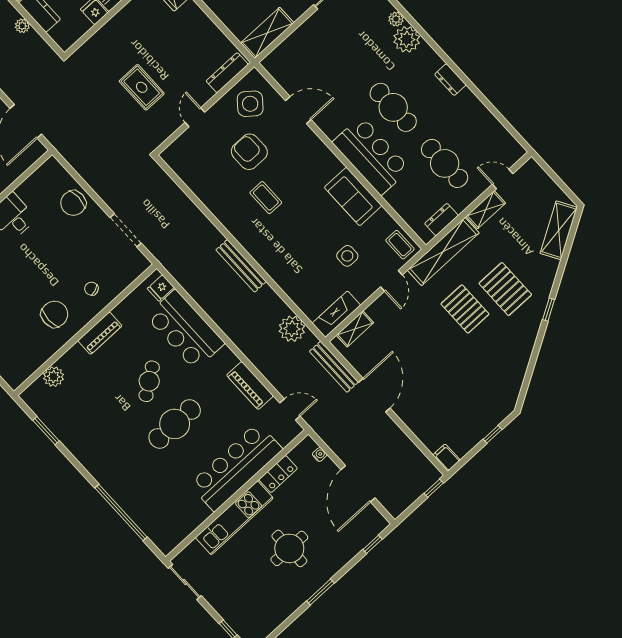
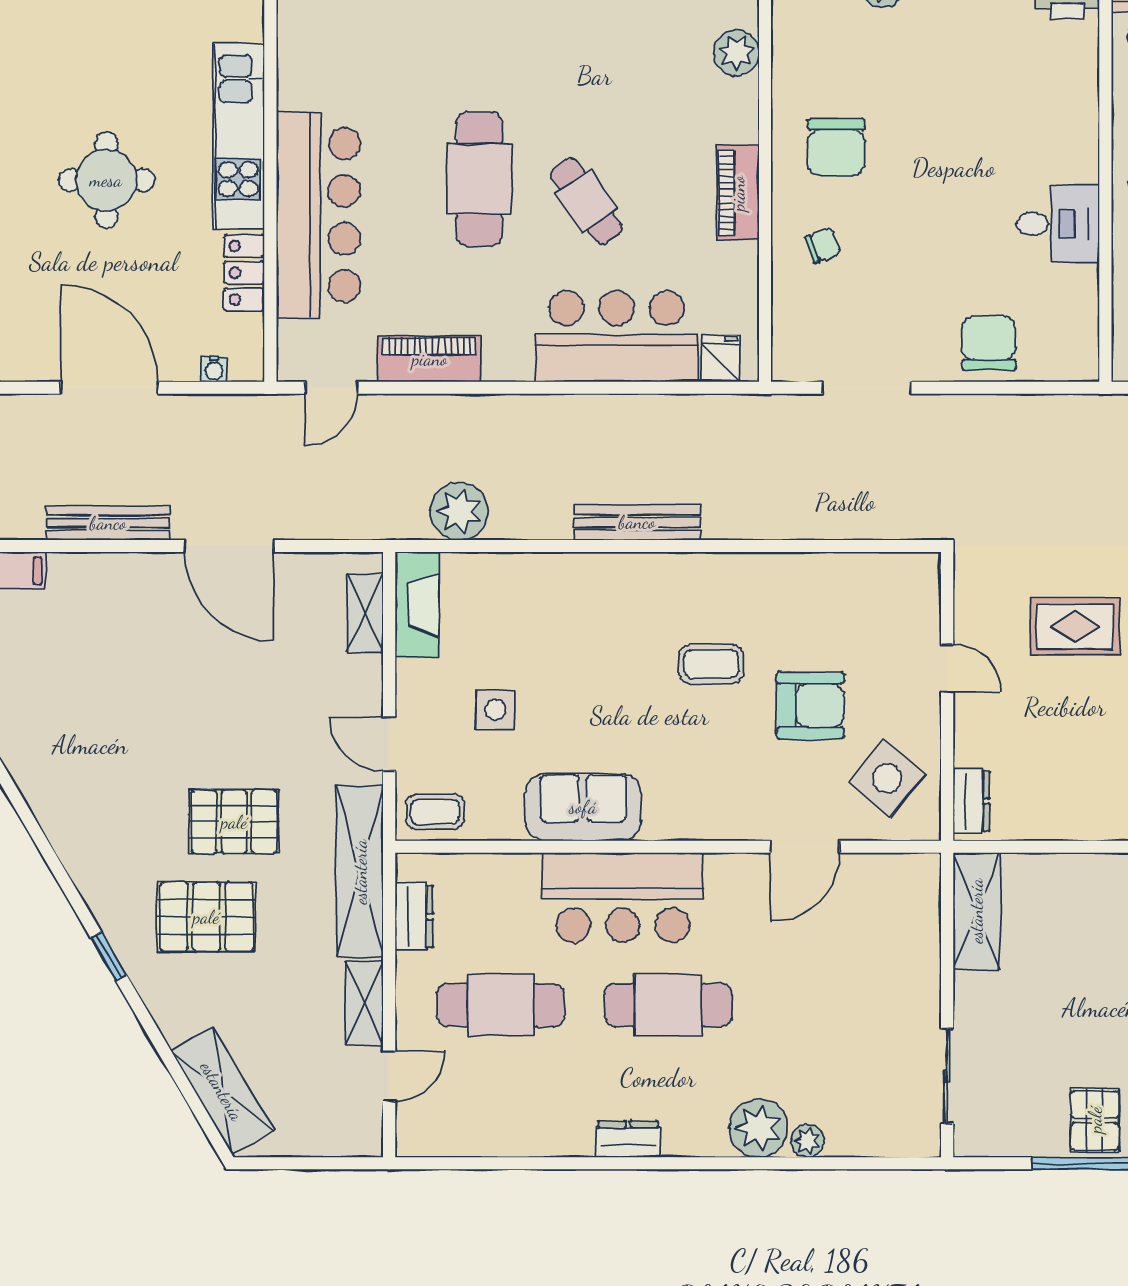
dresser: (227, 73) -> (971, 801), width x0.70
bench: (334, 367) -> (108, 523), moved

